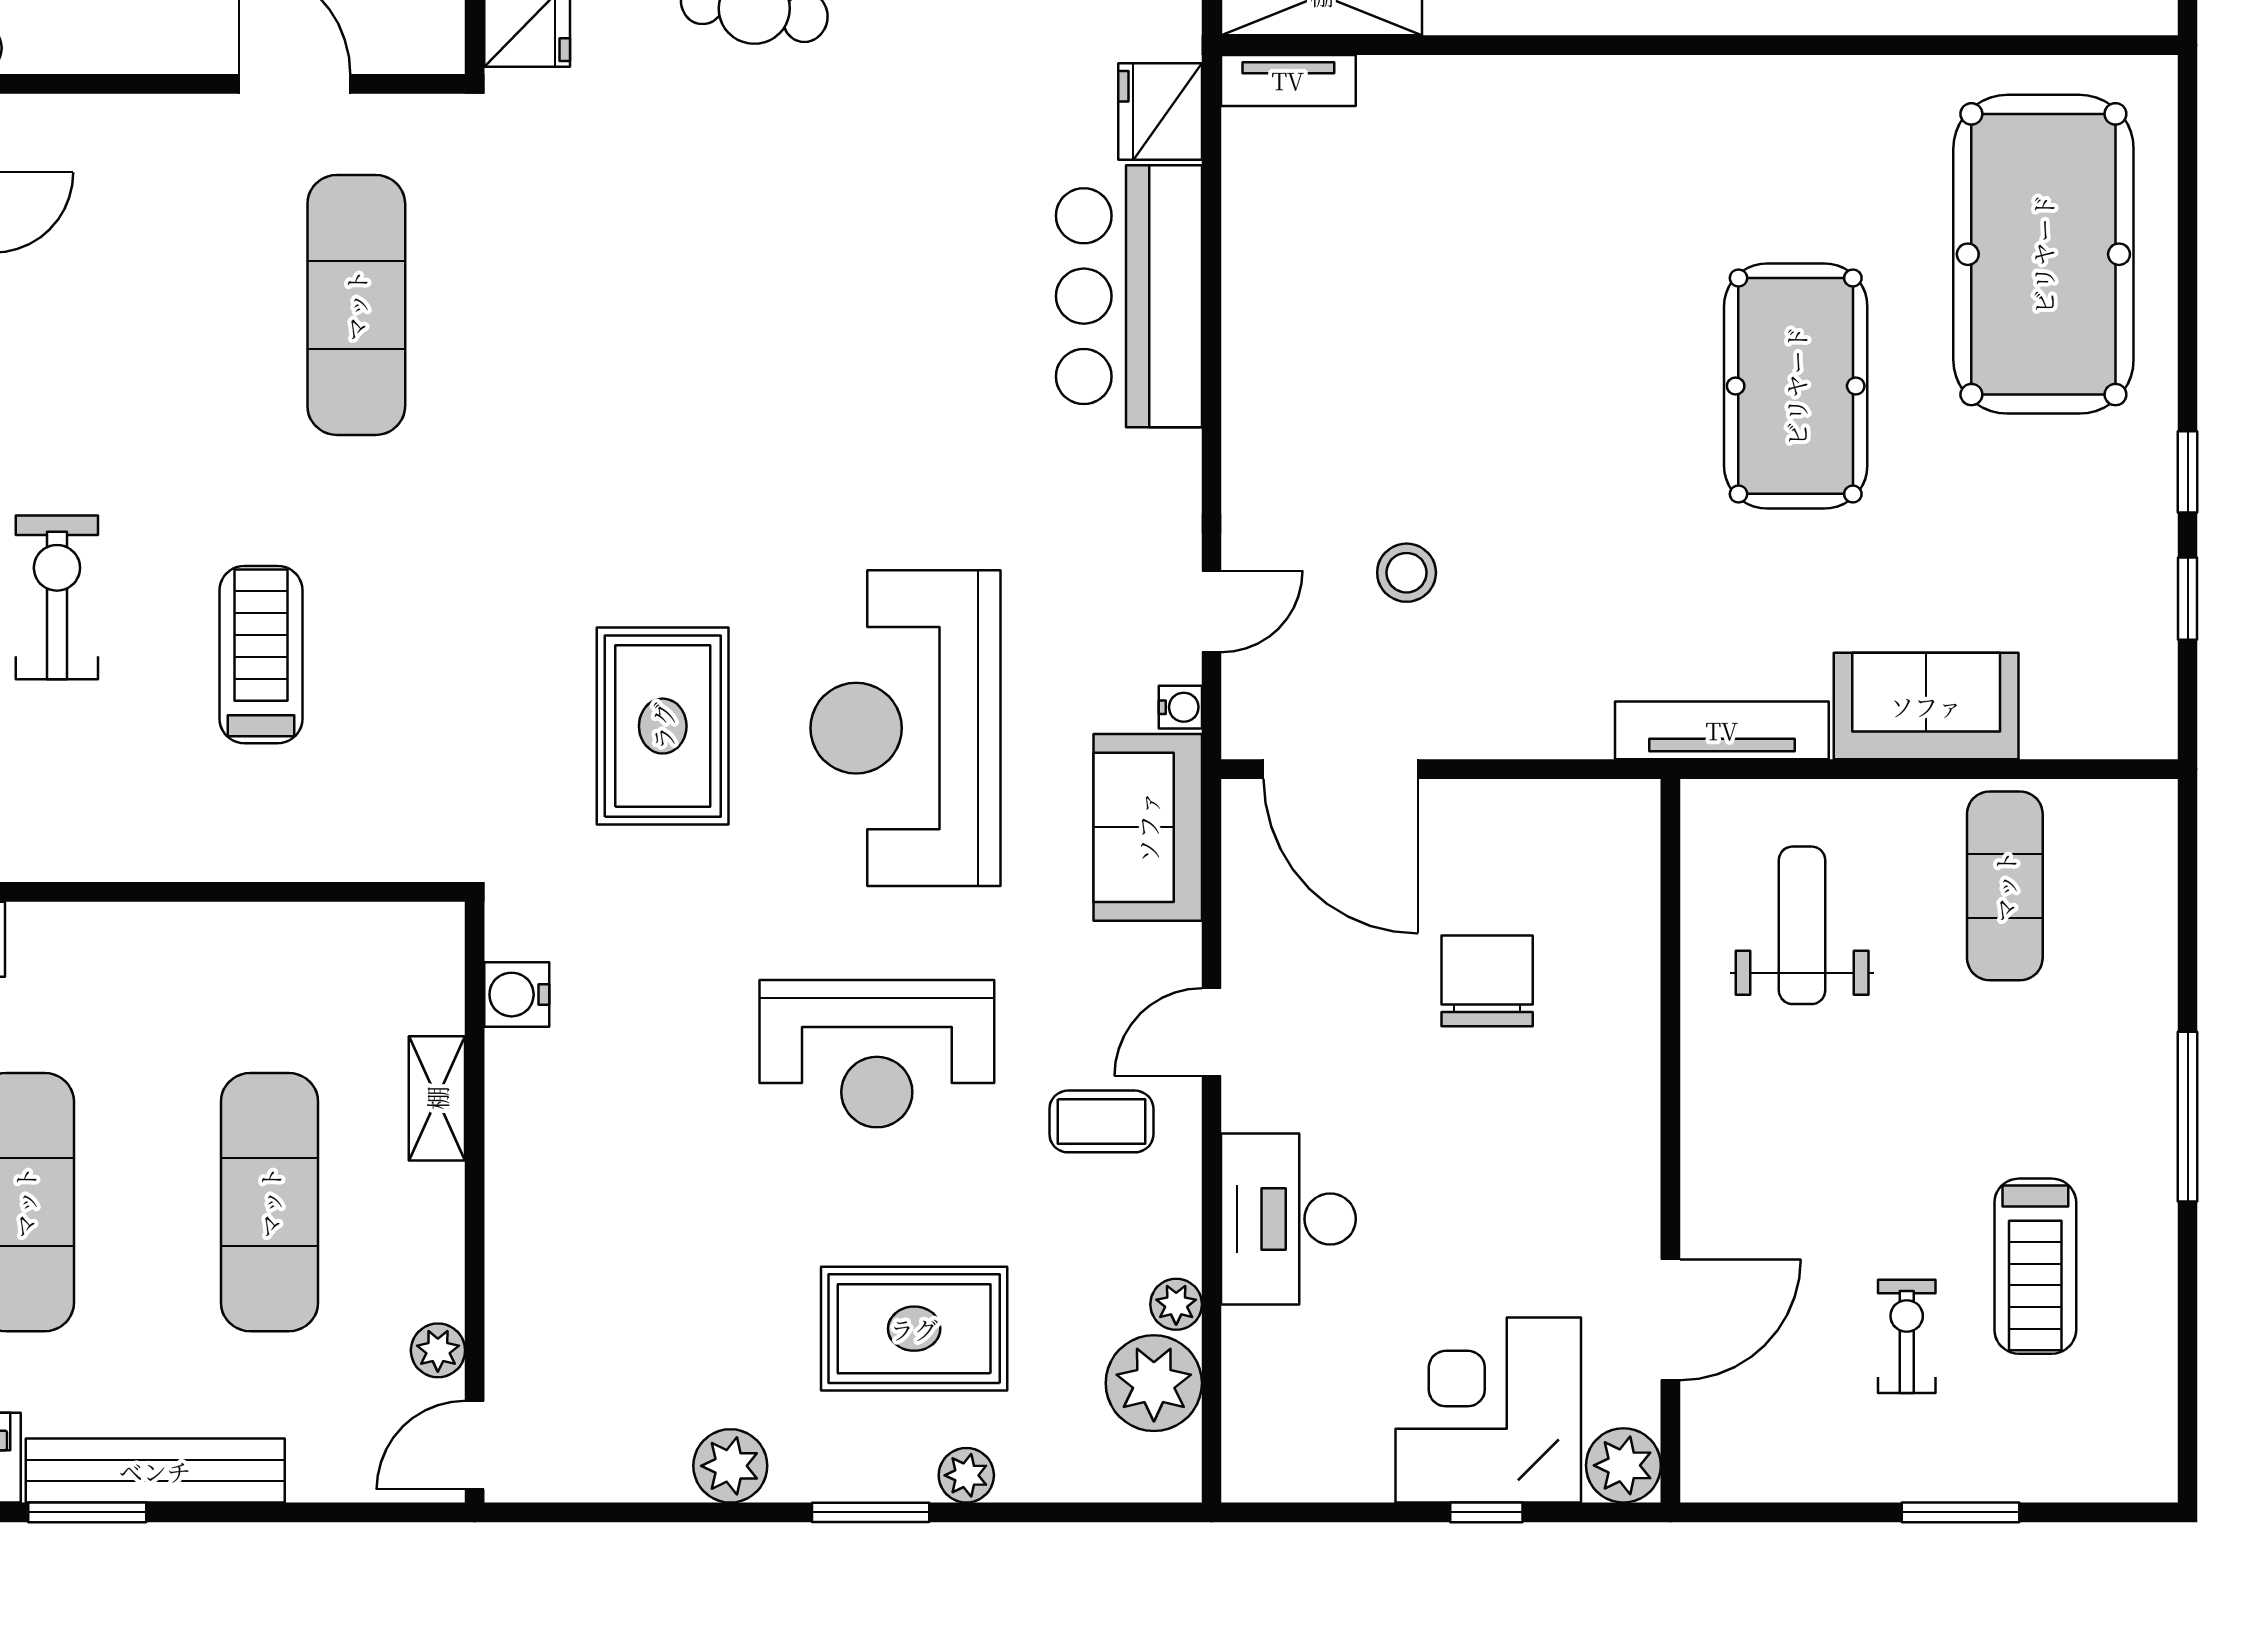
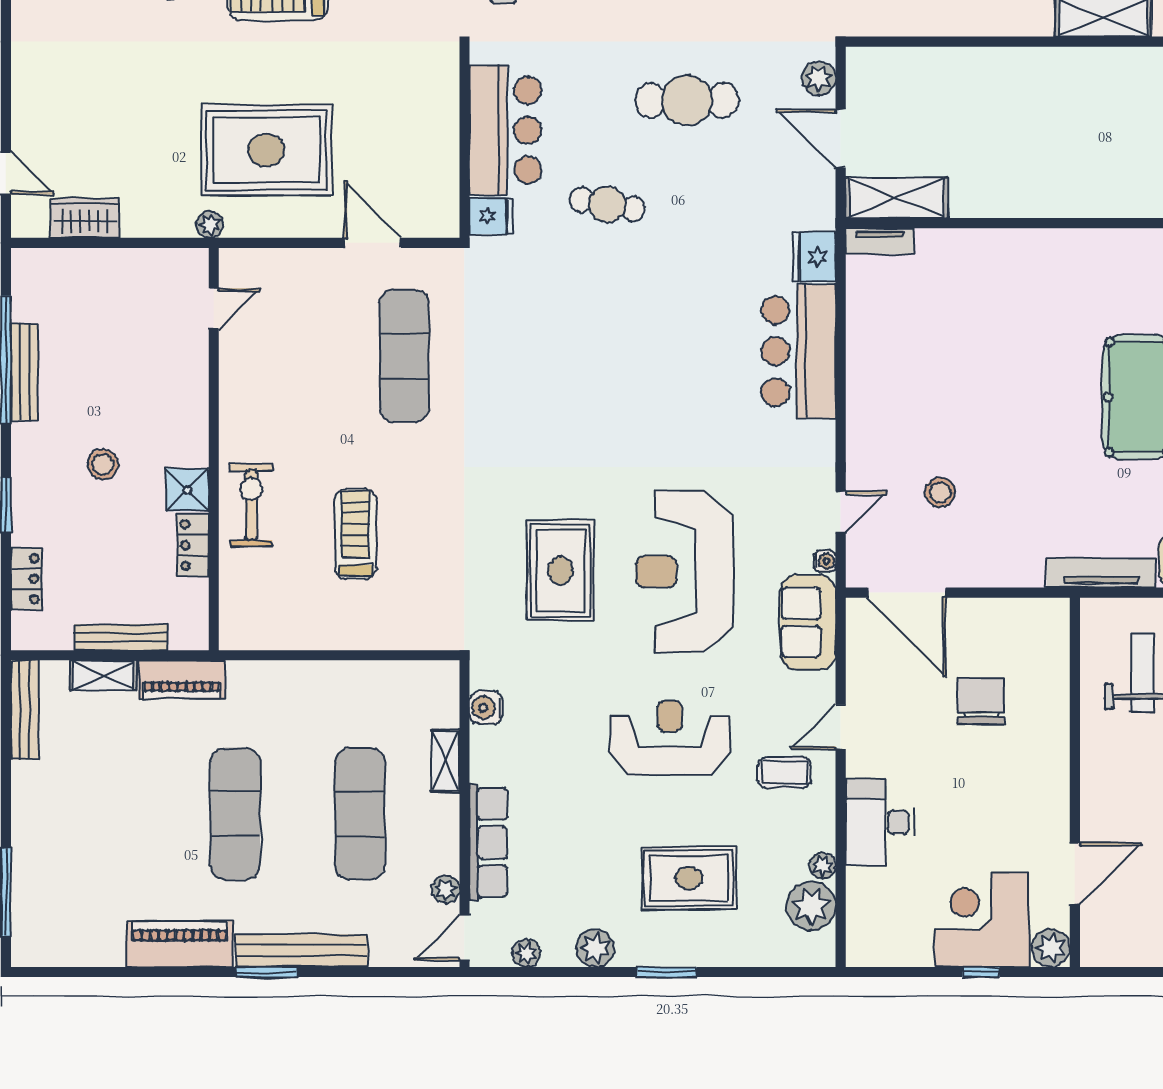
reception desk: (877, 1054) -> (670, 738), turned 180
row of seats: (521, 1259) -> (488, 843), added
plant: (966, 1475) -> (526, 953), moved

